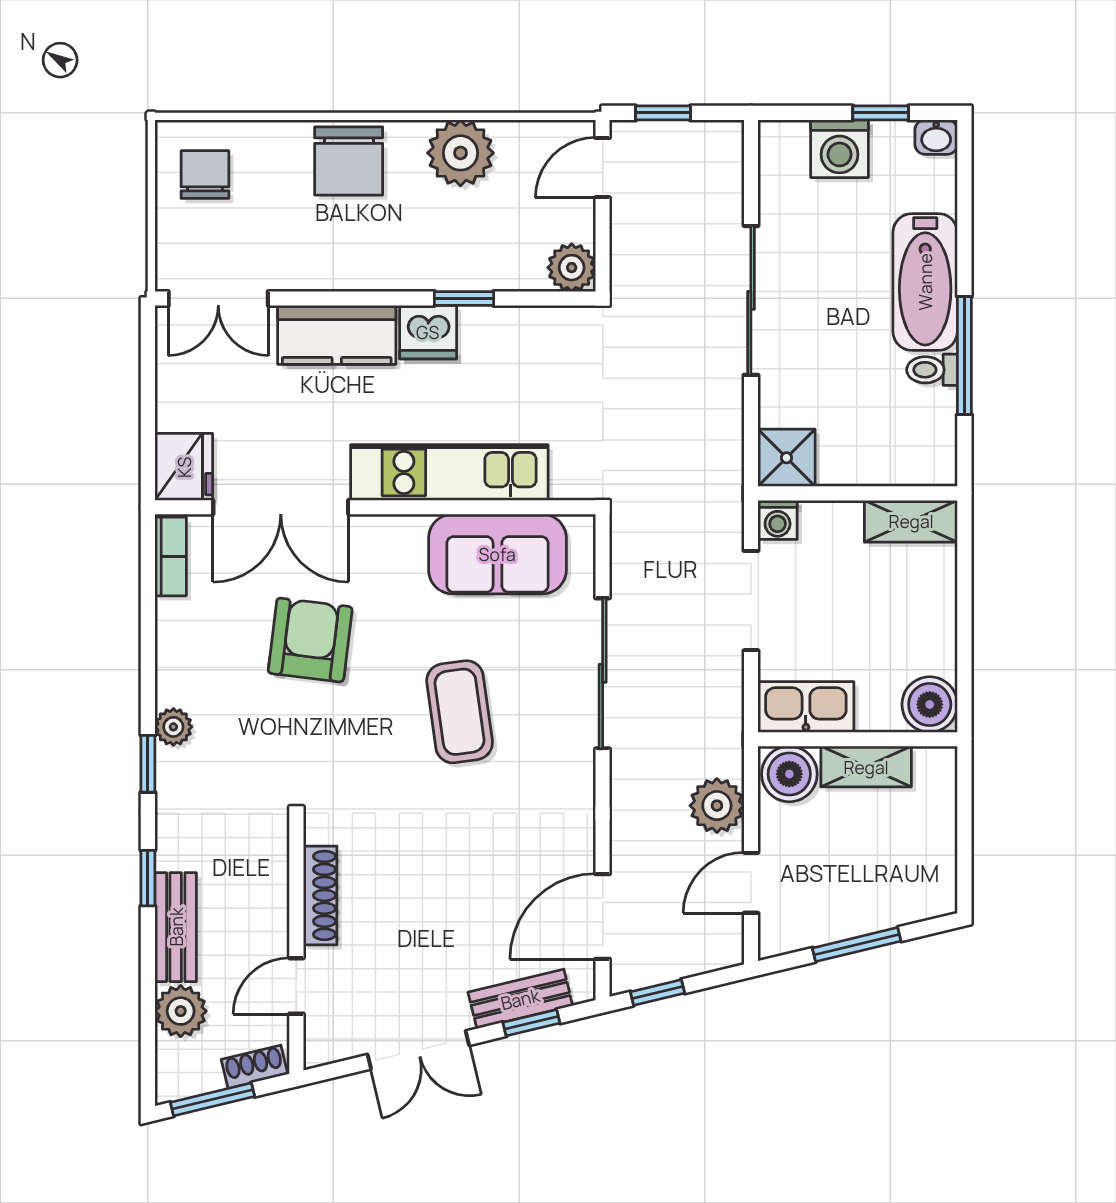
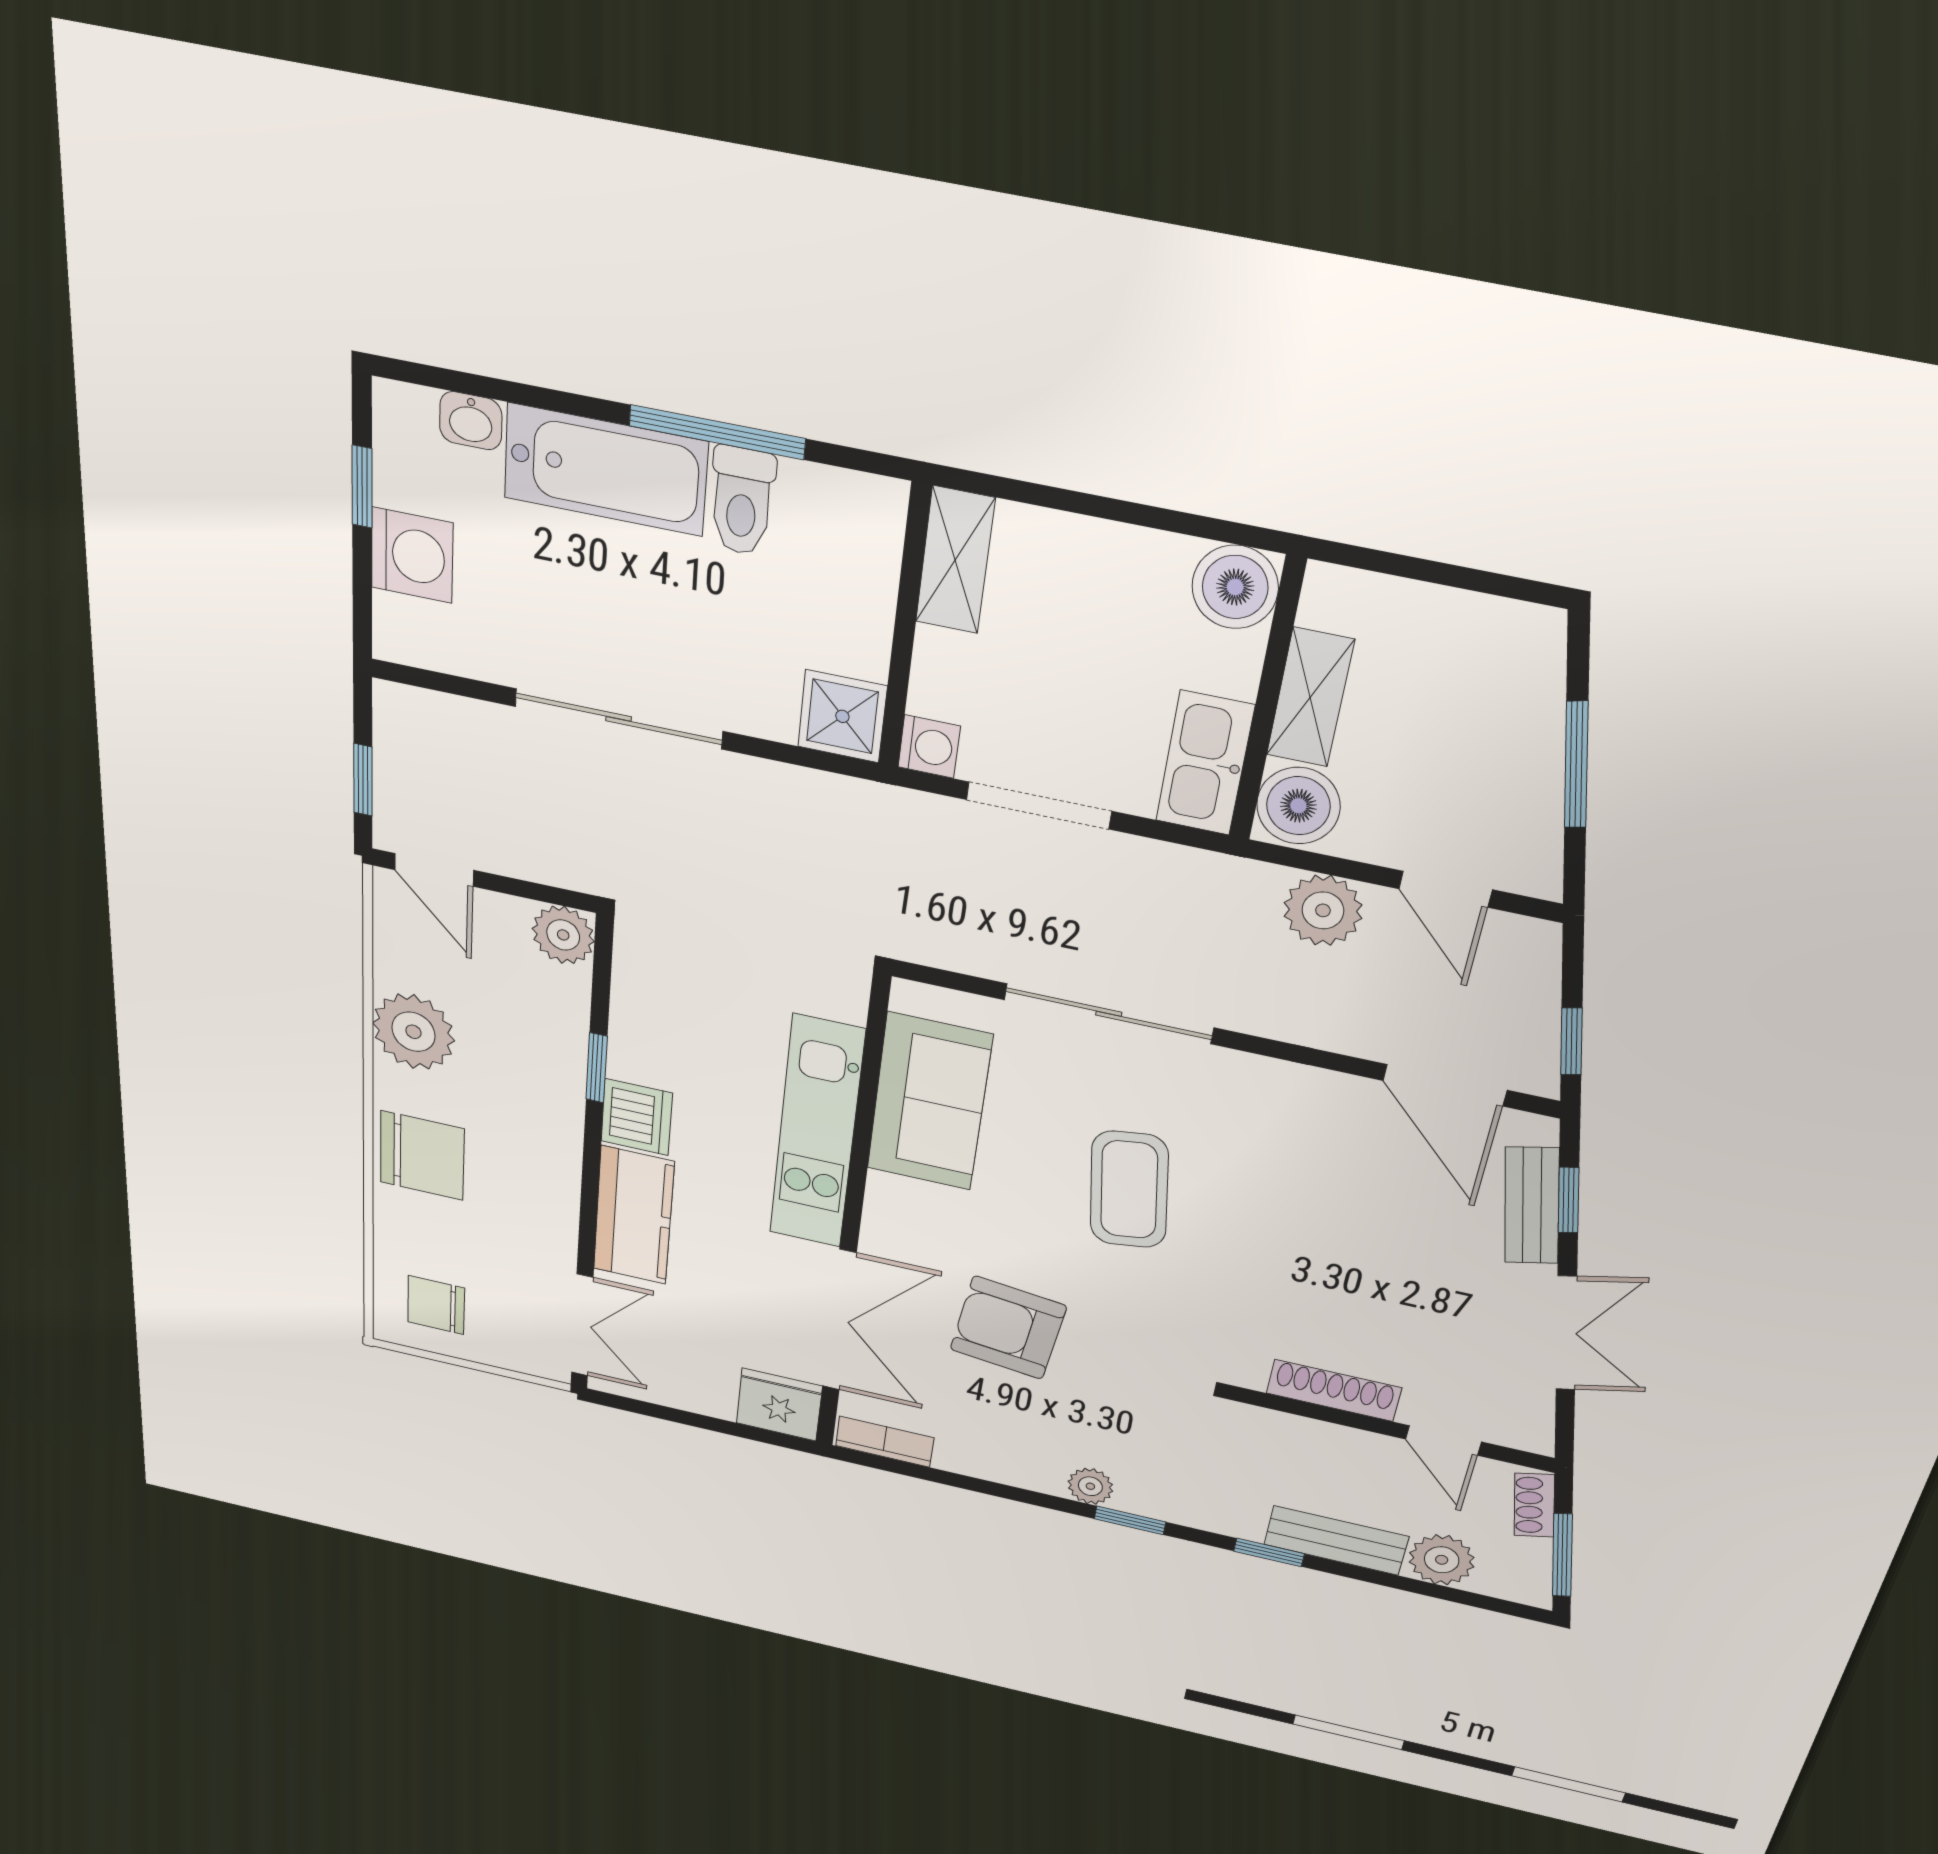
washbasin: (936, 137) -> (471, 421), moved, turned 90
toilet: (932, 370) -> (742, 501), width x1.37, depth x1.39
coffee table: (460, 712) -> (1129, 1190), turned 90

